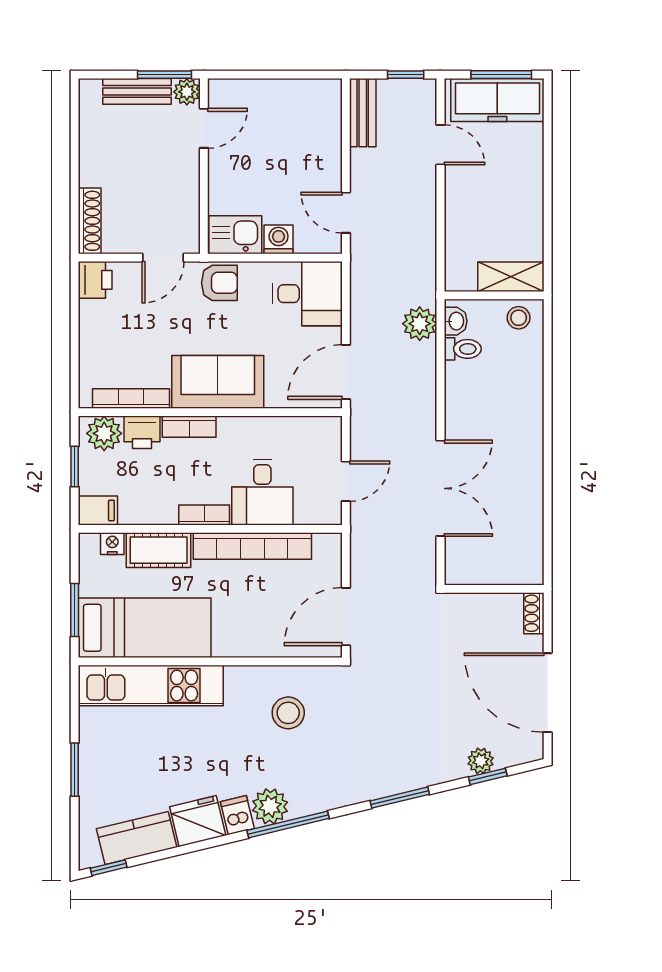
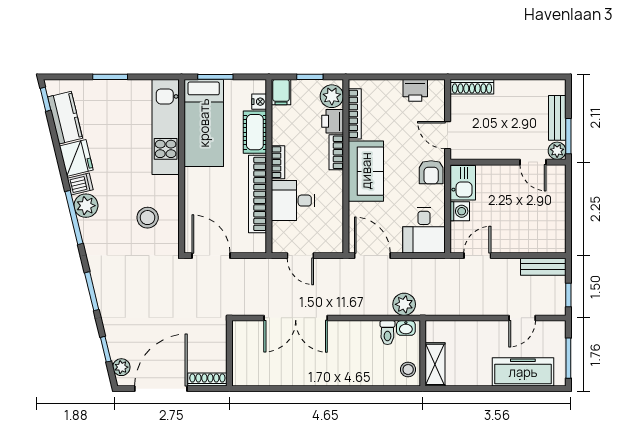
freezer: (497, 100) -> (523, 372), moved, turned 90
printer: (95, 280) -> (415, 90), moved
shoe rack: (534, 613) -> (207, 380), width x1.43
plant: (481, 761) -> (121, 367), moved

